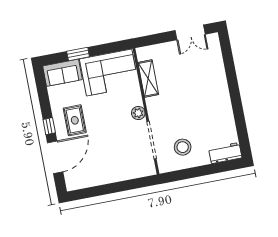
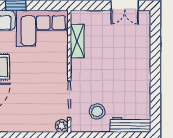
plant: (138, 113) -> (62, 126), moved
workbench: (225, 153) -> (130, 125), width x1.38

